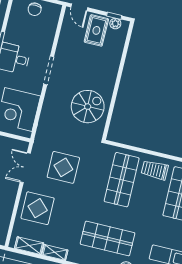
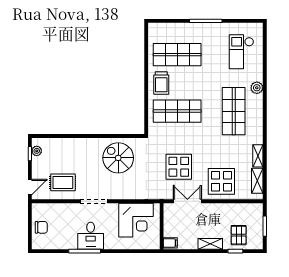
rug: (96, 30) -> (63, 182), moved
double door: (25, 168) -> (187, 201), swing flipped

